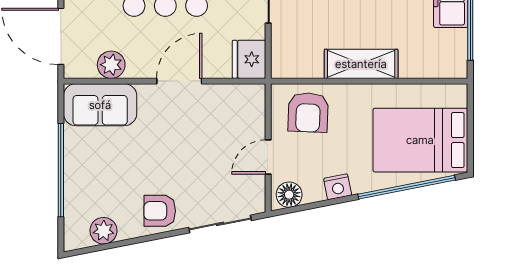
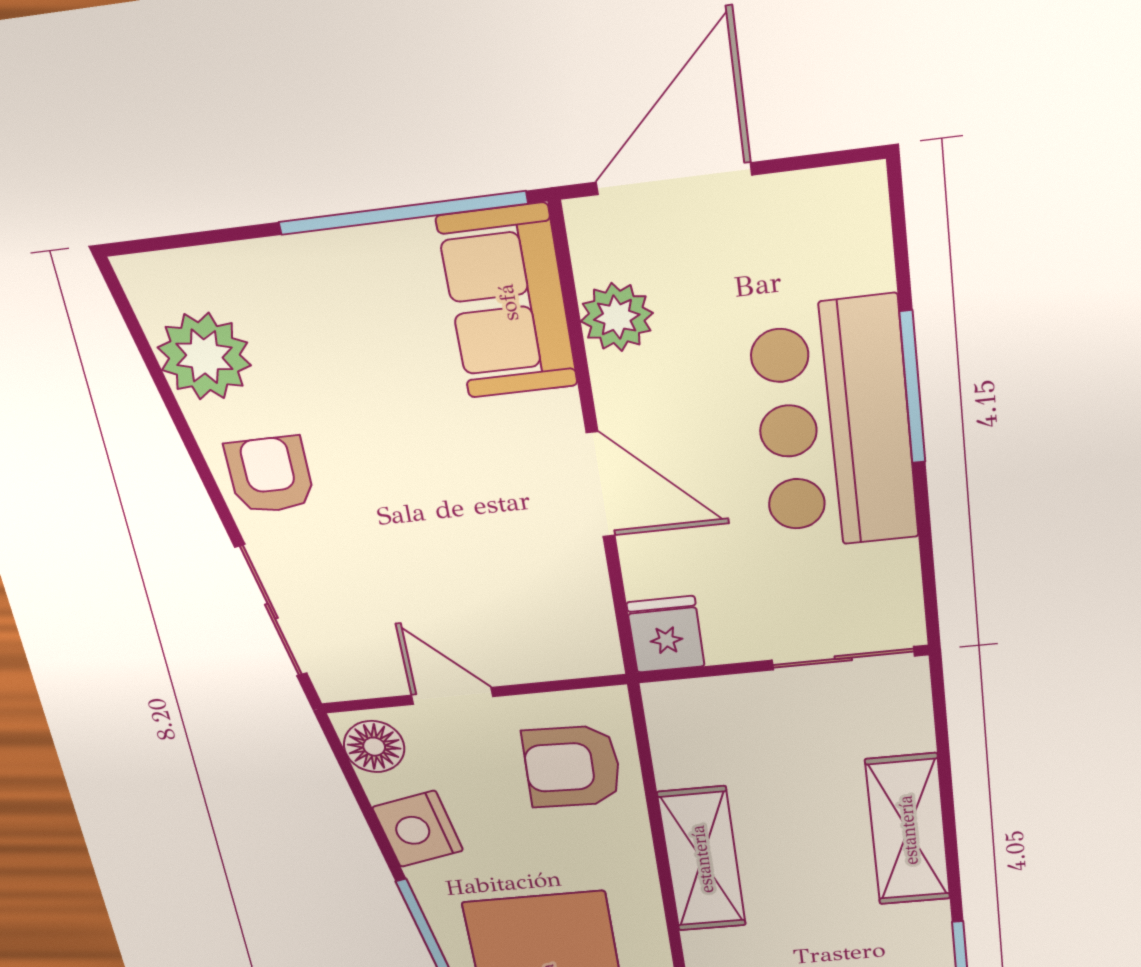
fridge: (249, 59) -> (666, 634), width x0.72
window: (61, 170) -> (403, 213), moved
nightstand: (338, 187) -> (418, 829), width x1.36, depth x1.33
plant: (104, 231) -> (204, 356), width x1.36, depth x1.36

